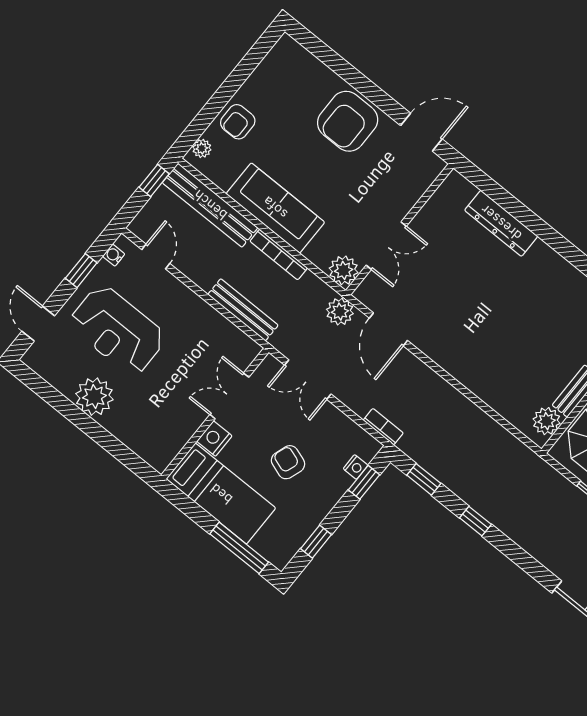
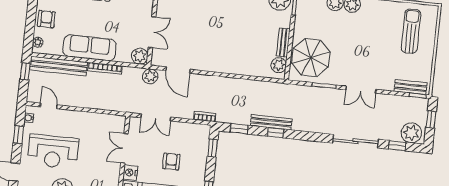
armchair: (238, 122) -> (46, 19), turned 180
bench: (243, 310) -> (271, 122), moved
armchair: (288, 462) -> (171, 161), turned 71
nightstand: (356, 467) -> (204, 143), removed

